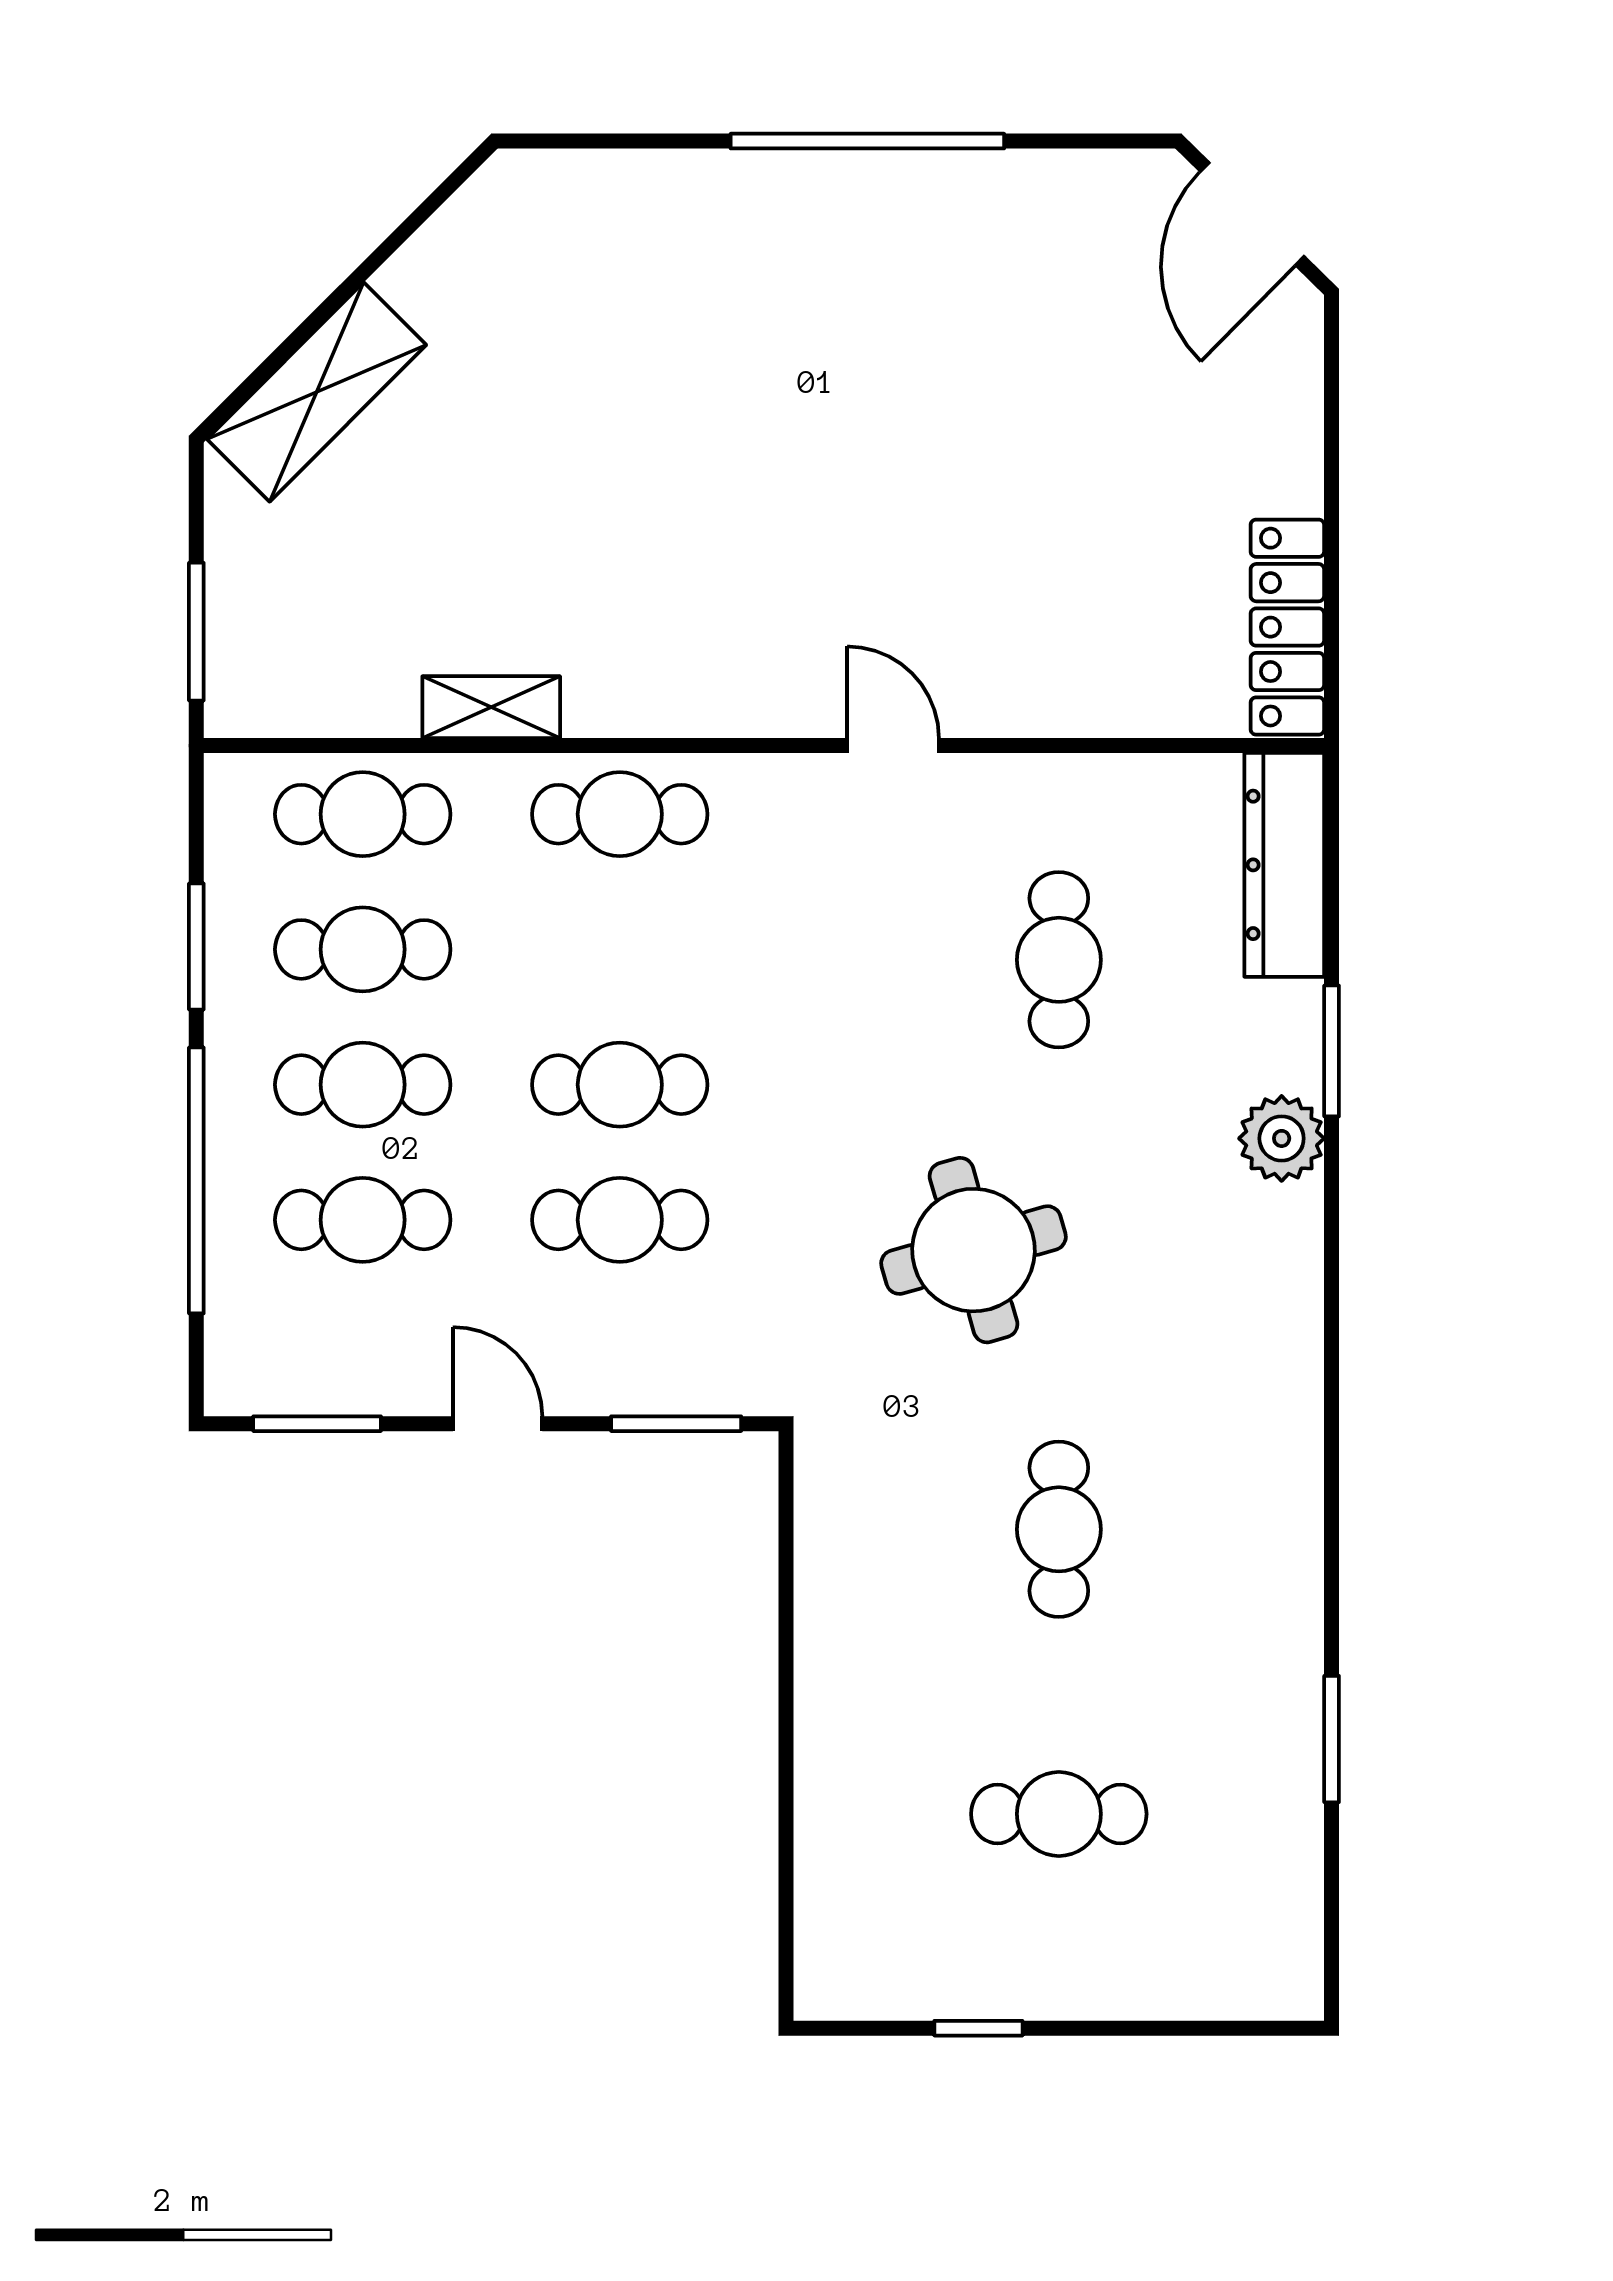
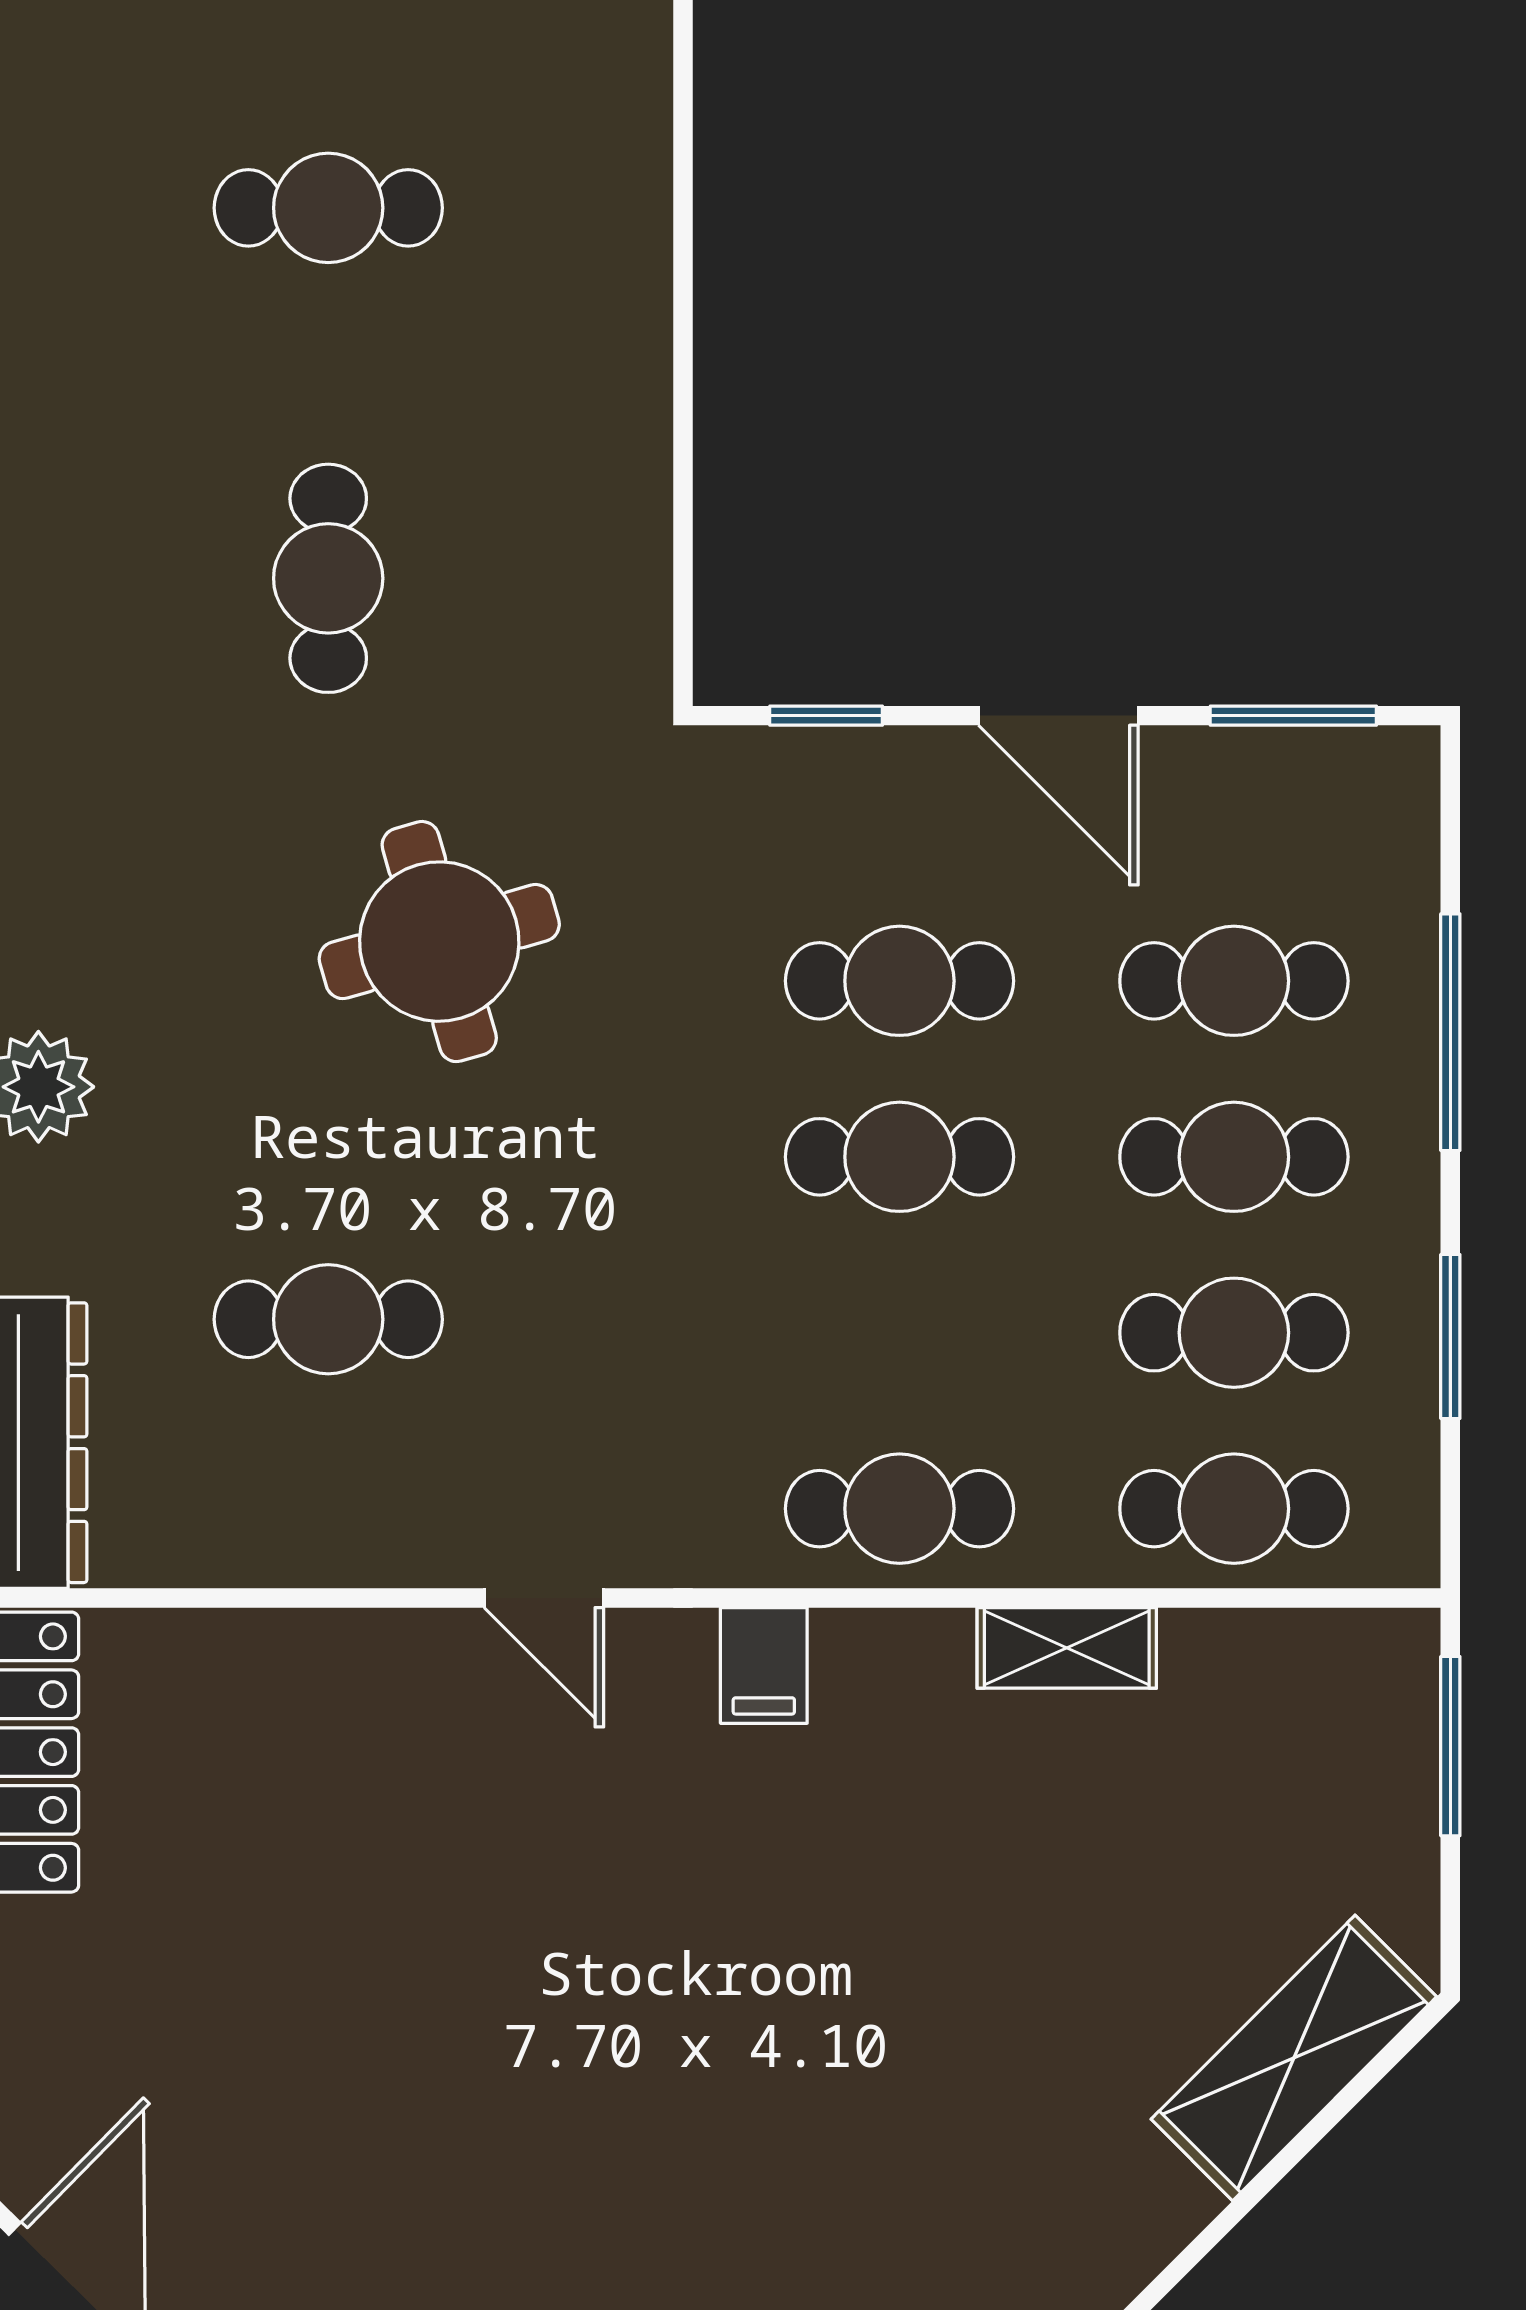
filing cabinet: (724, 694) -> (764, 1665), added
cafe table: (1059, 960) -> (328, 1319), turned 90
window: (196, 1180) -> (1450, 1032), width x0.68
door: (498, 1424) -> (1058, 716), width x1.38
window: (676, 1424) -> (826, 716), width x0.67

